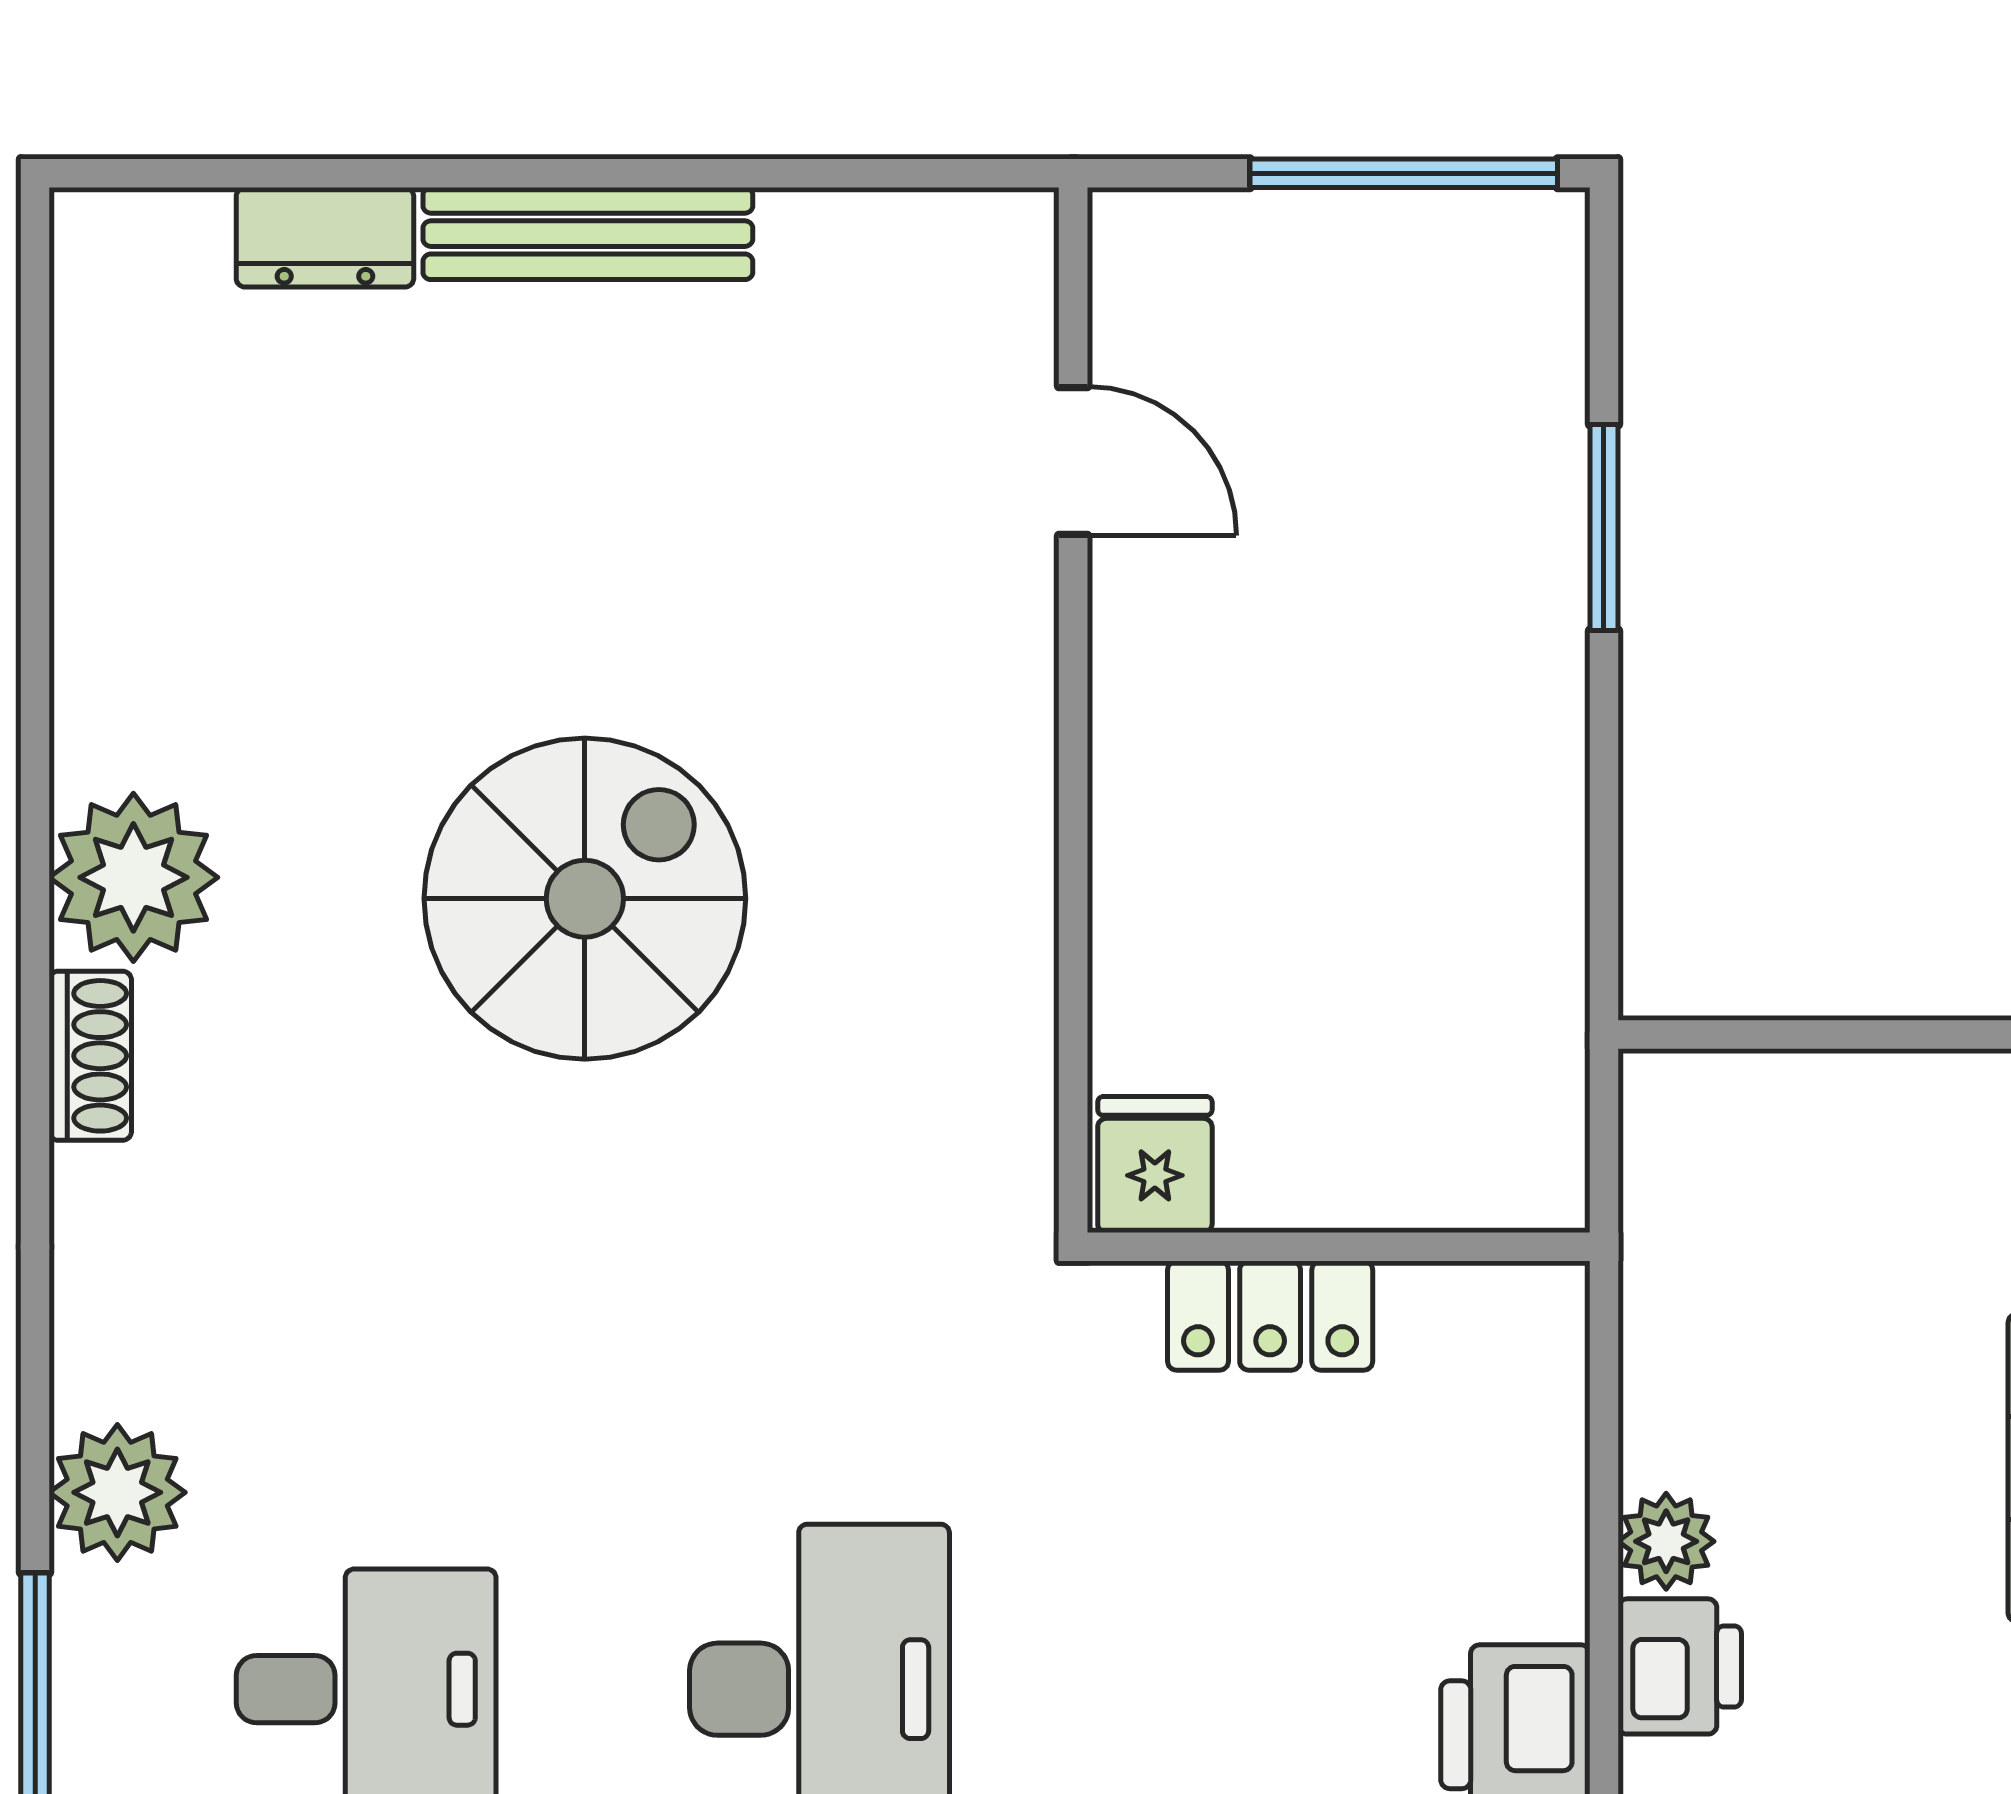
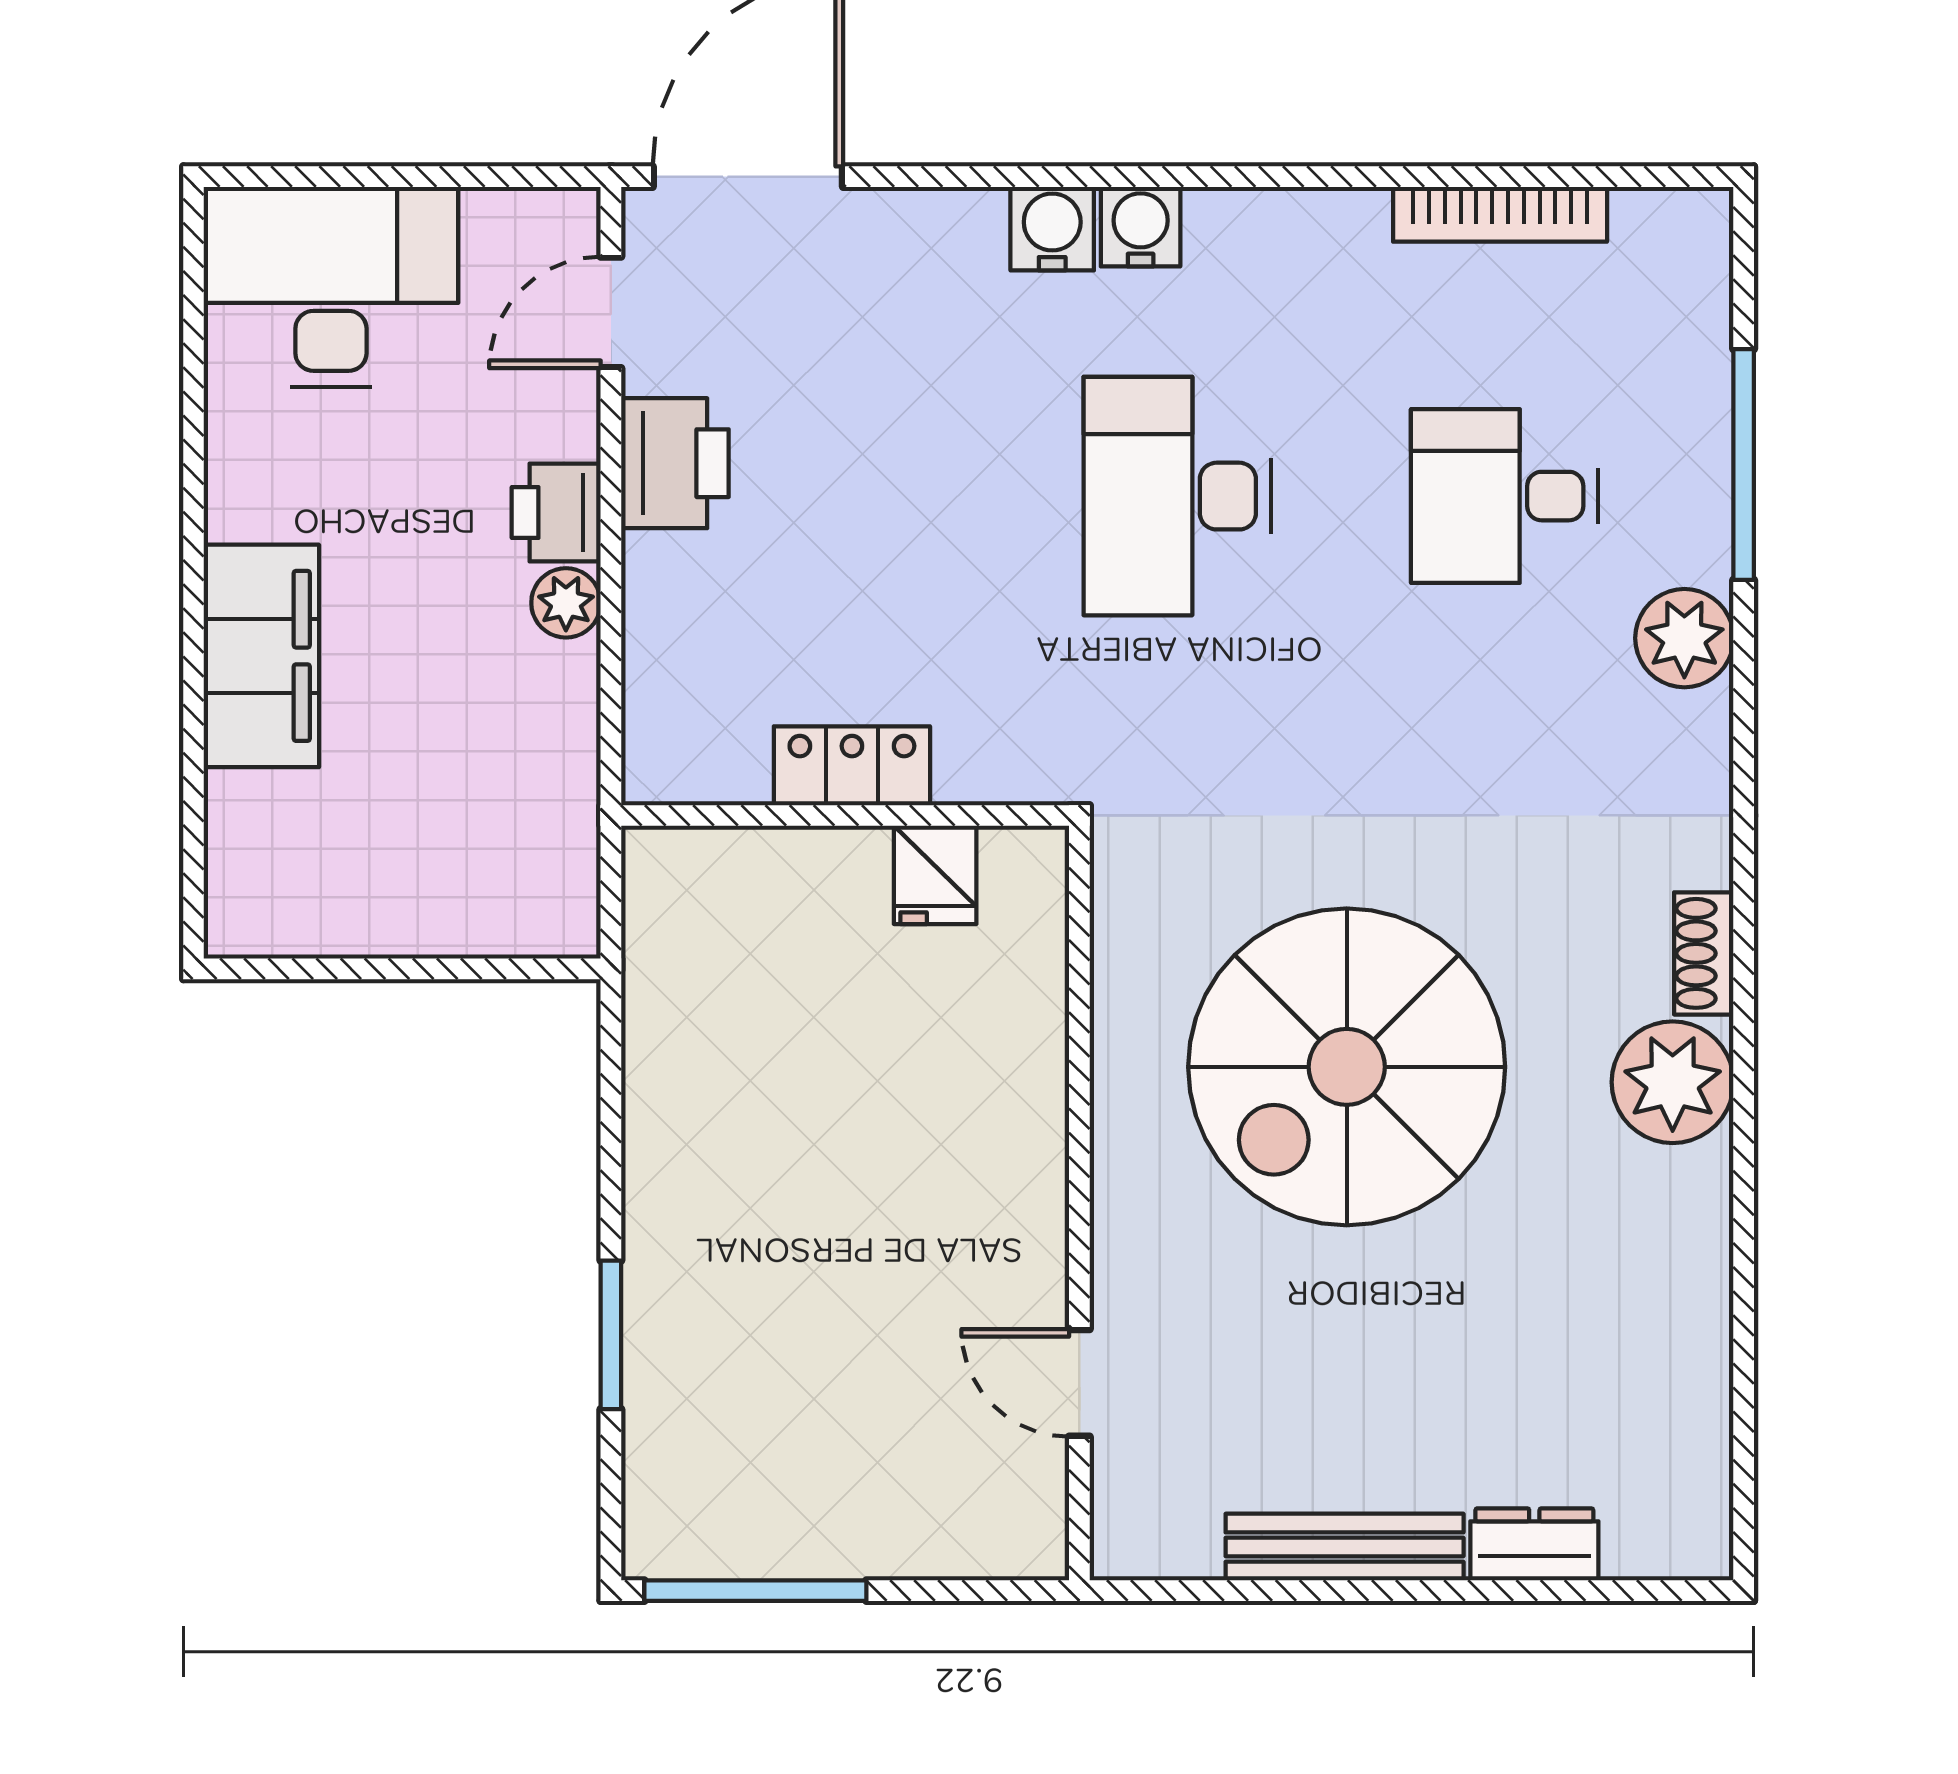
door: (1073, 461) -> (1079, 1383), moved
wall: (1073, 710) -> (1079, 1203), moved
spiral stairs: (585, 899) -> (1347, 1067), width x1.37, depth x1.37

